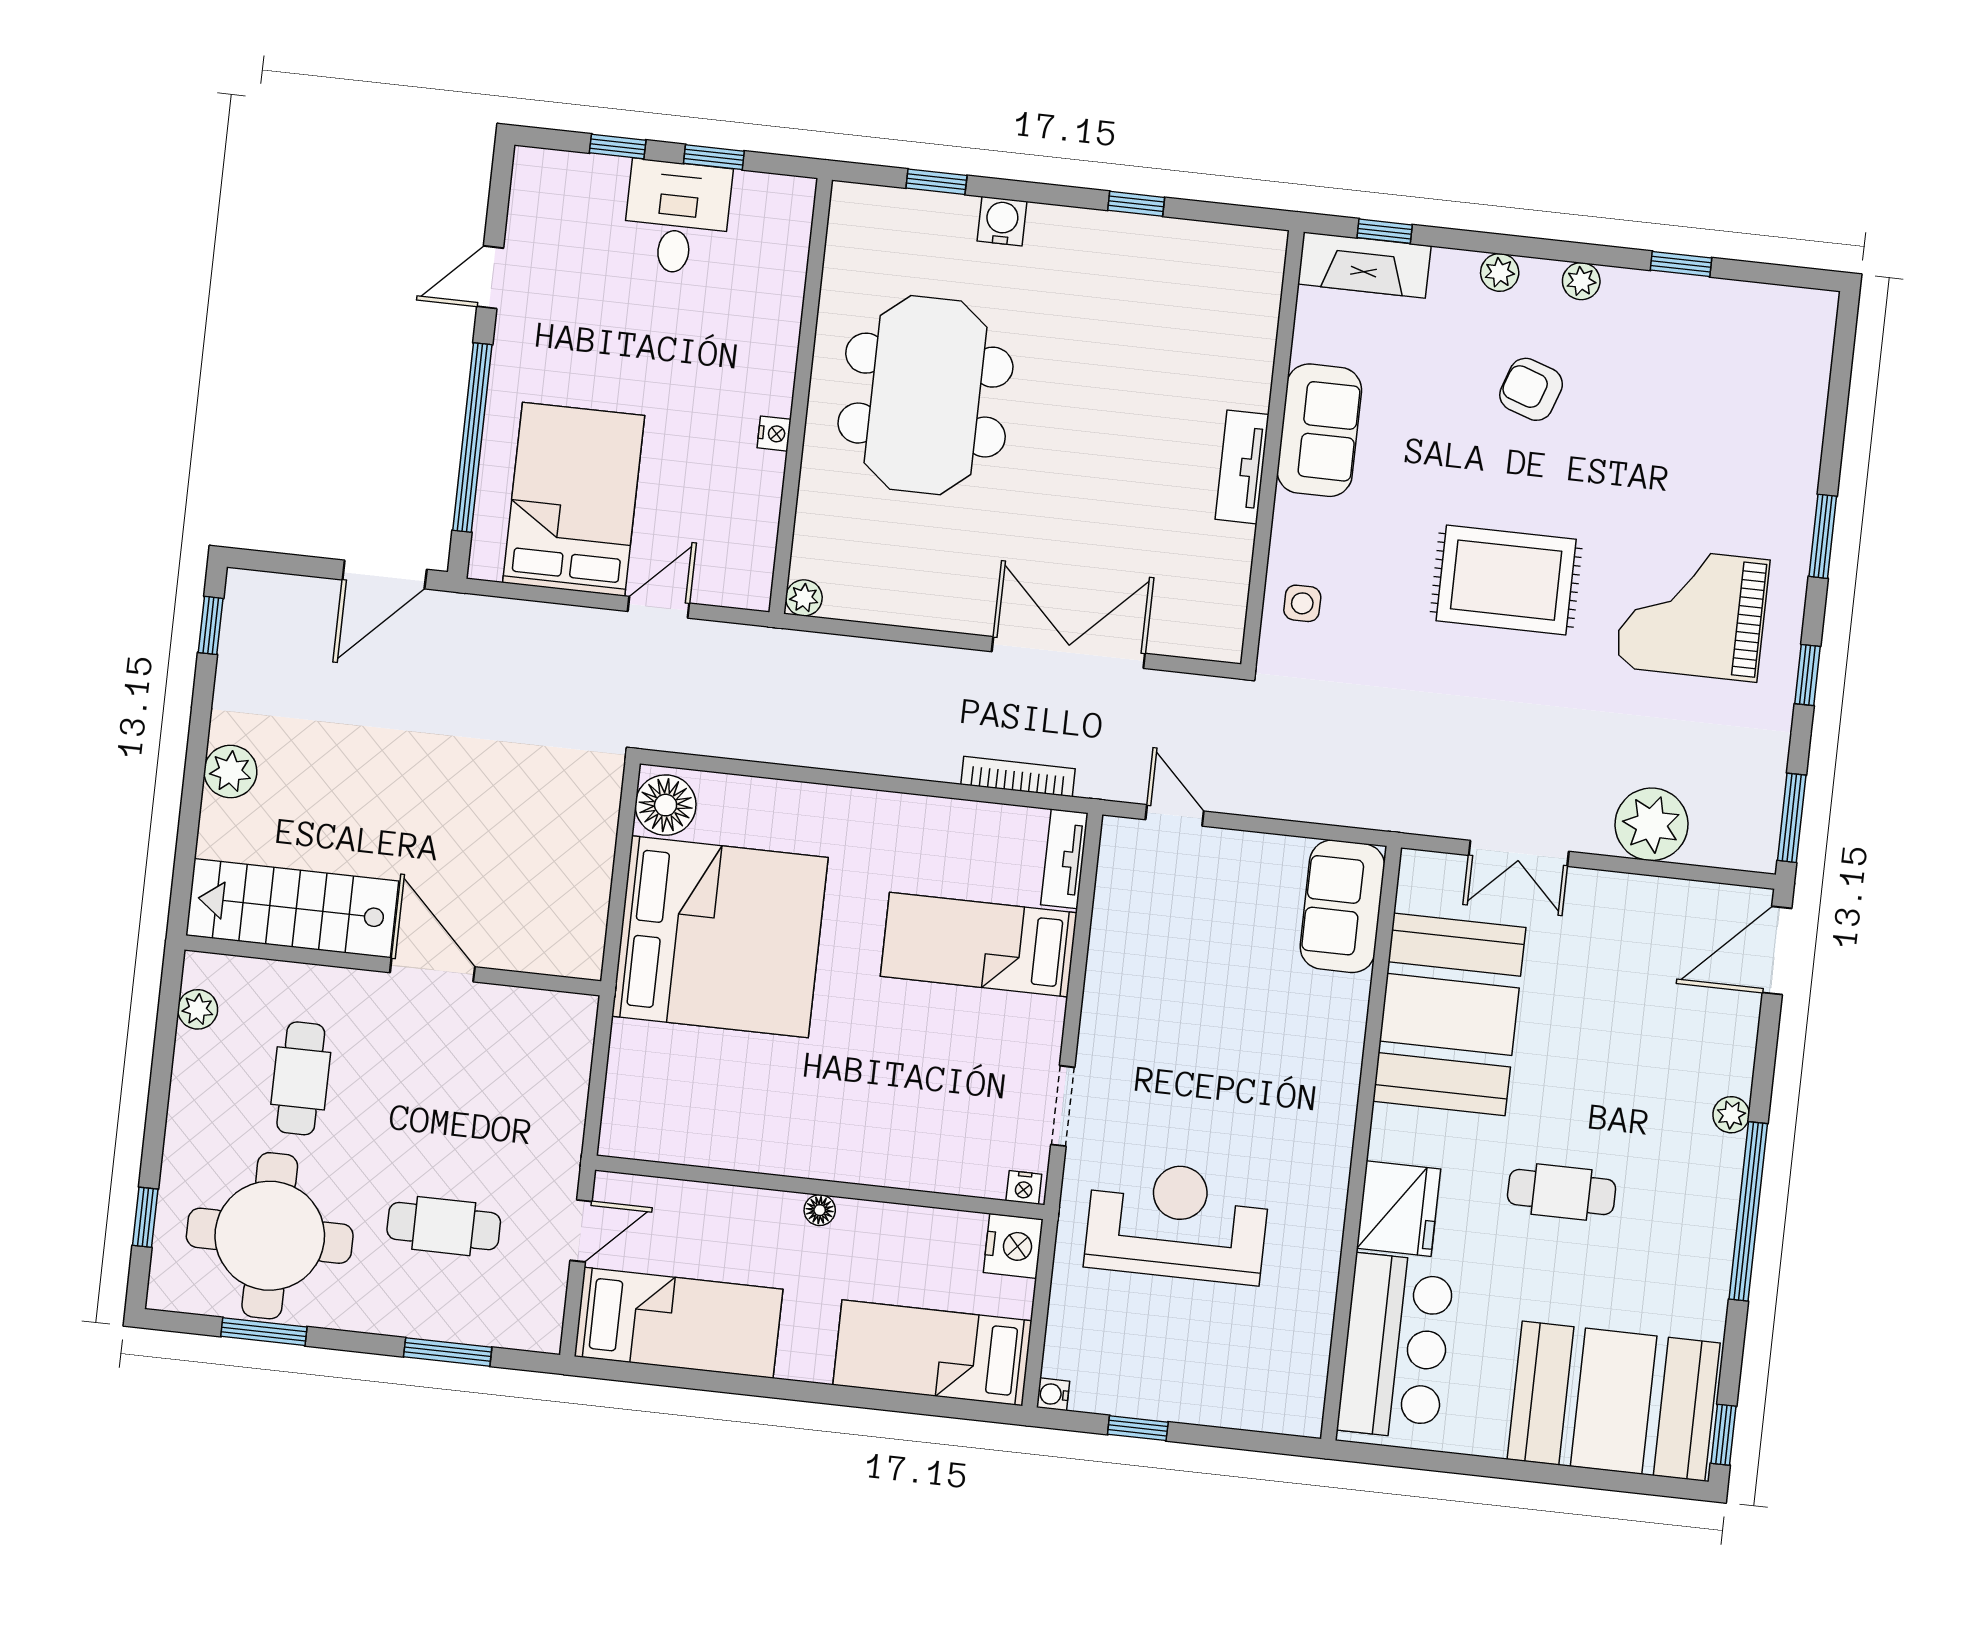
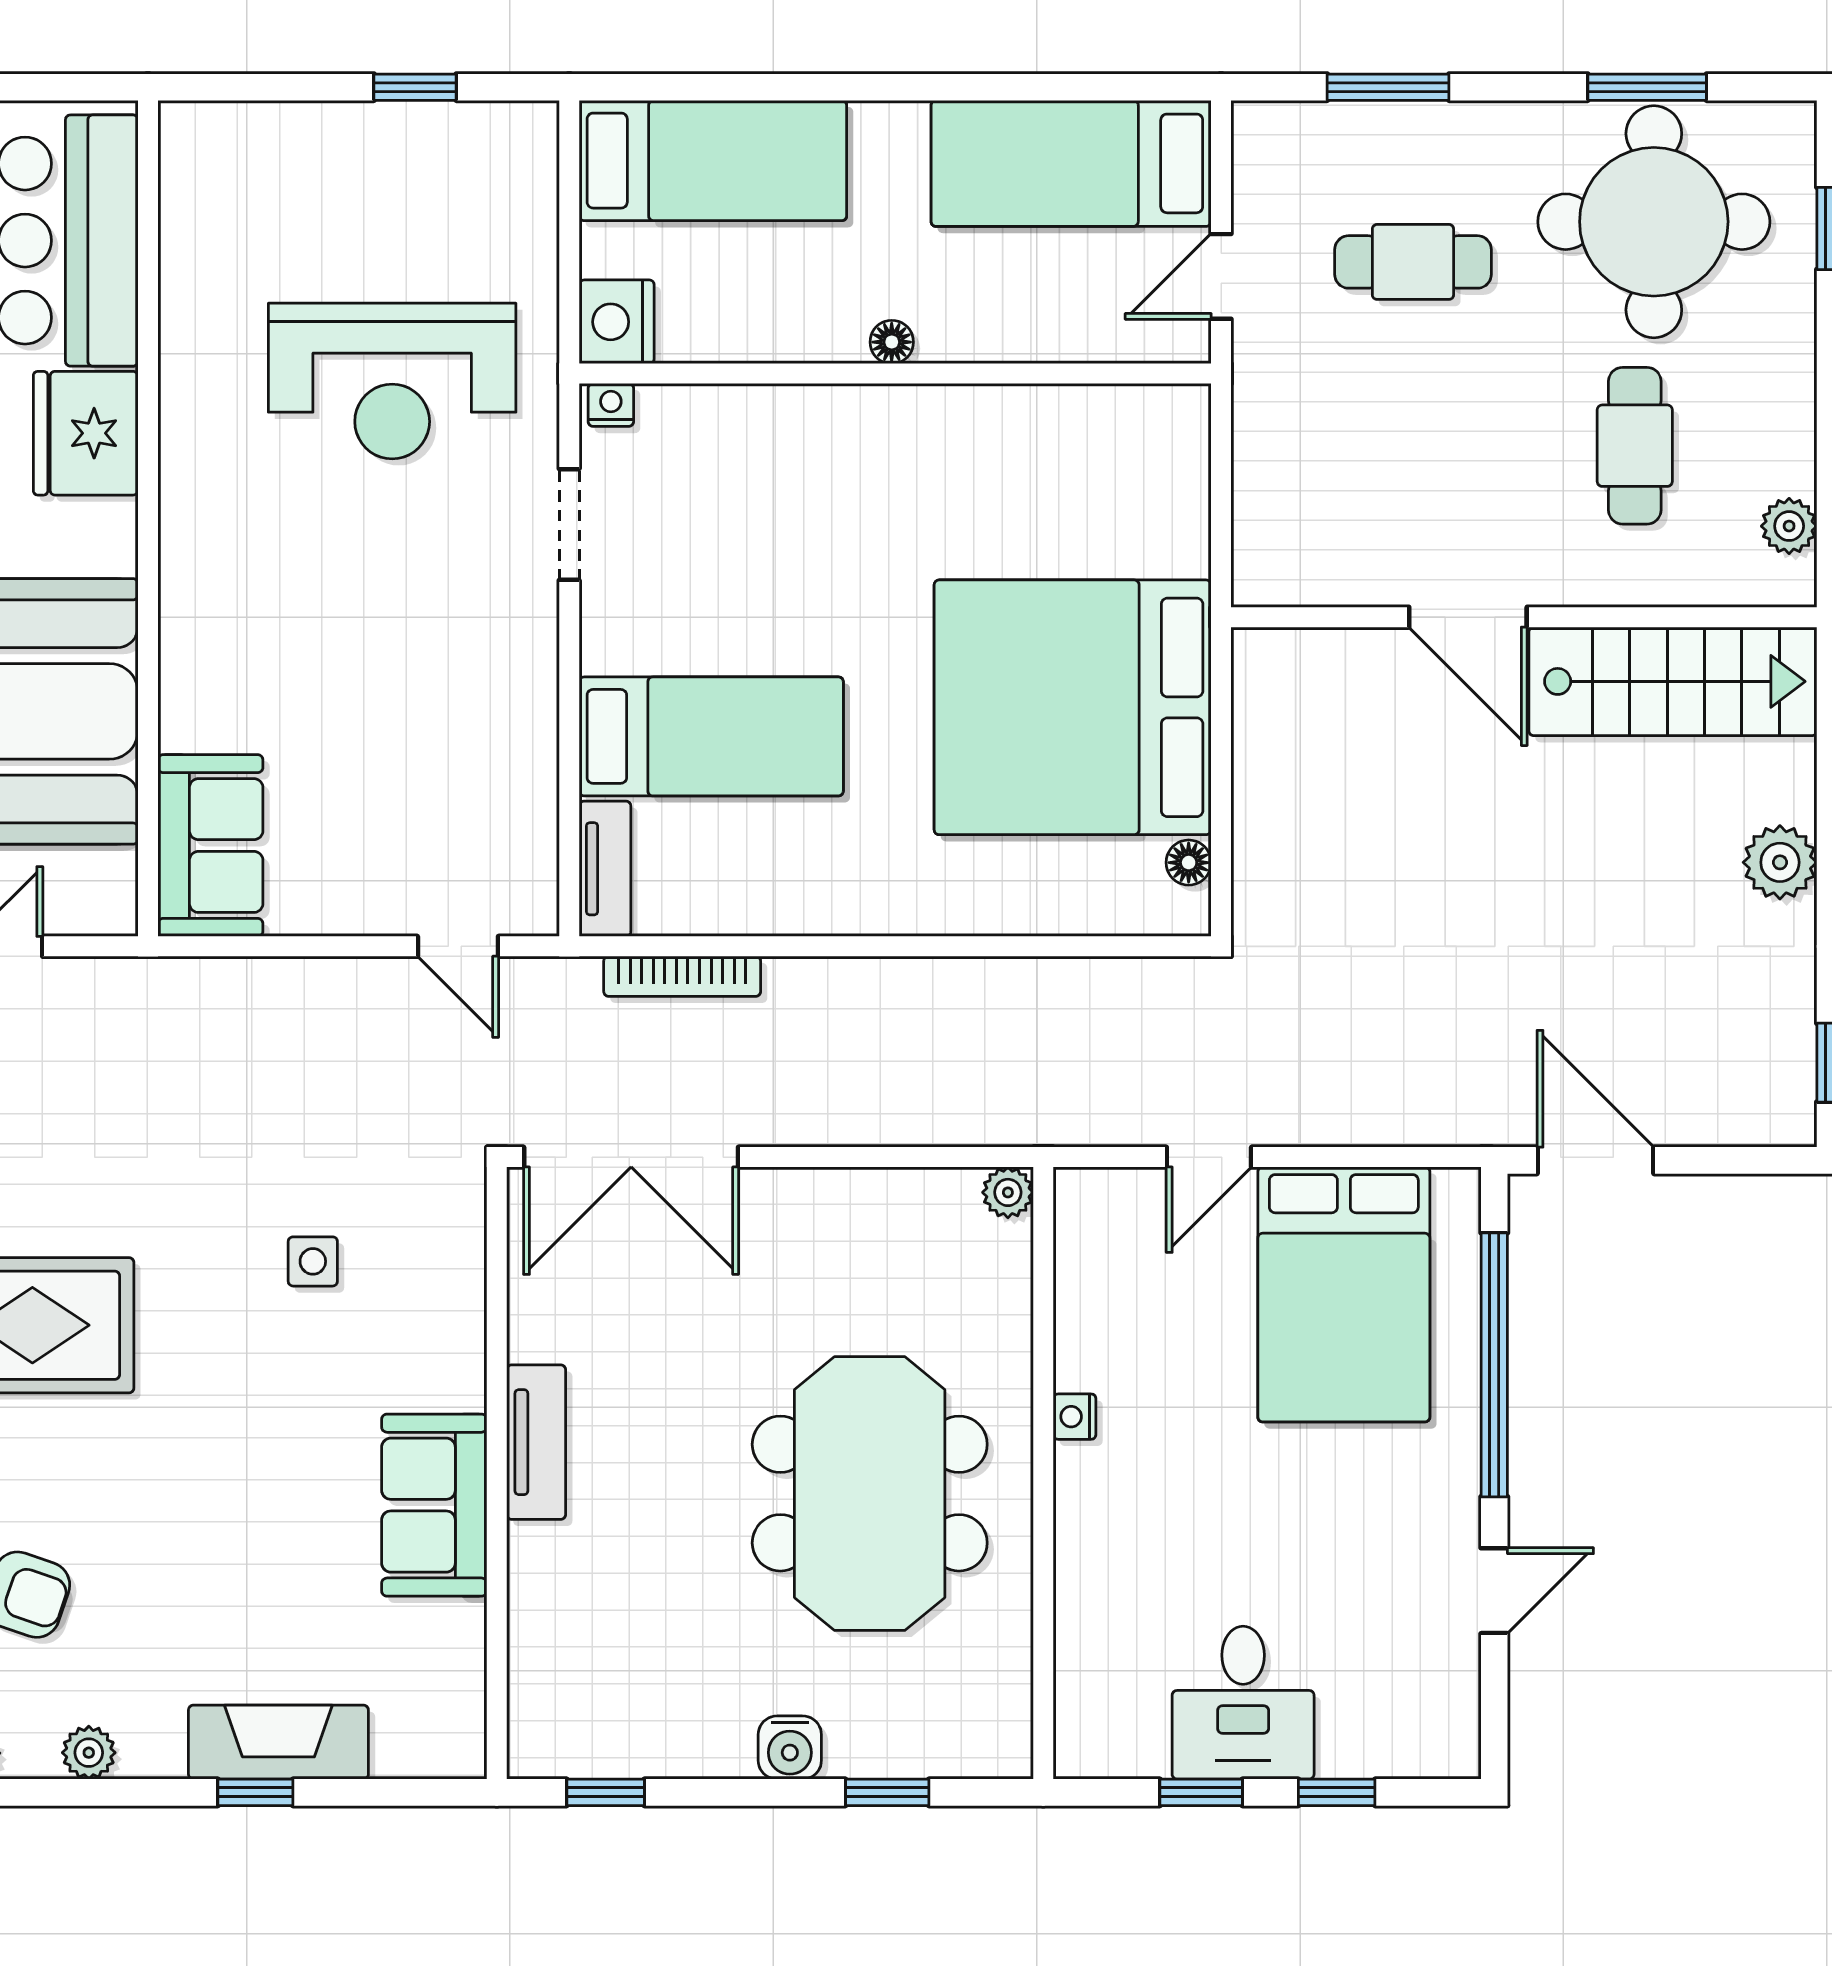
sofa: (1319, 430) -> (434, 1505), moved
wall: (1272, 448) -> (497, 1473), moved
tv unit: (1242, 467) -> (536, 1442), moved
door: (385, 575) -> (1596, 1160), hinge flipped
floor lamp: (666, 805) -> (1189, 863), width x0.53, depth x0.53
water cooler: (1053, 1394) -> (538, 121), removed

